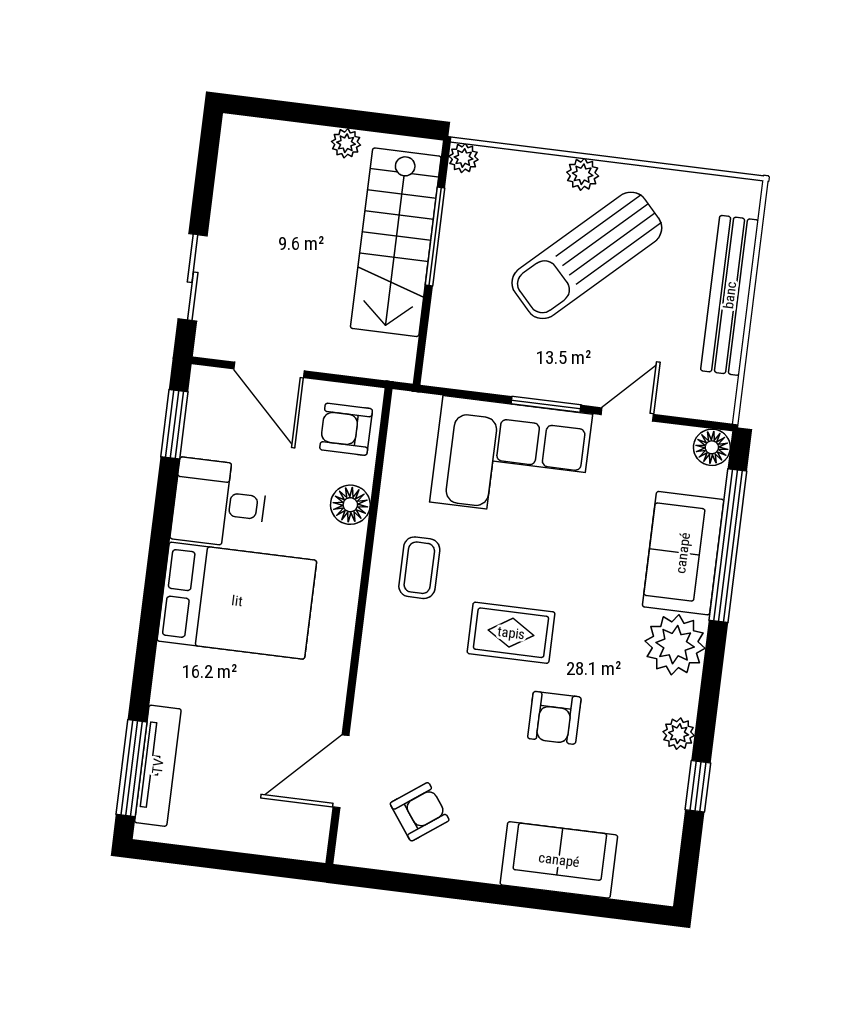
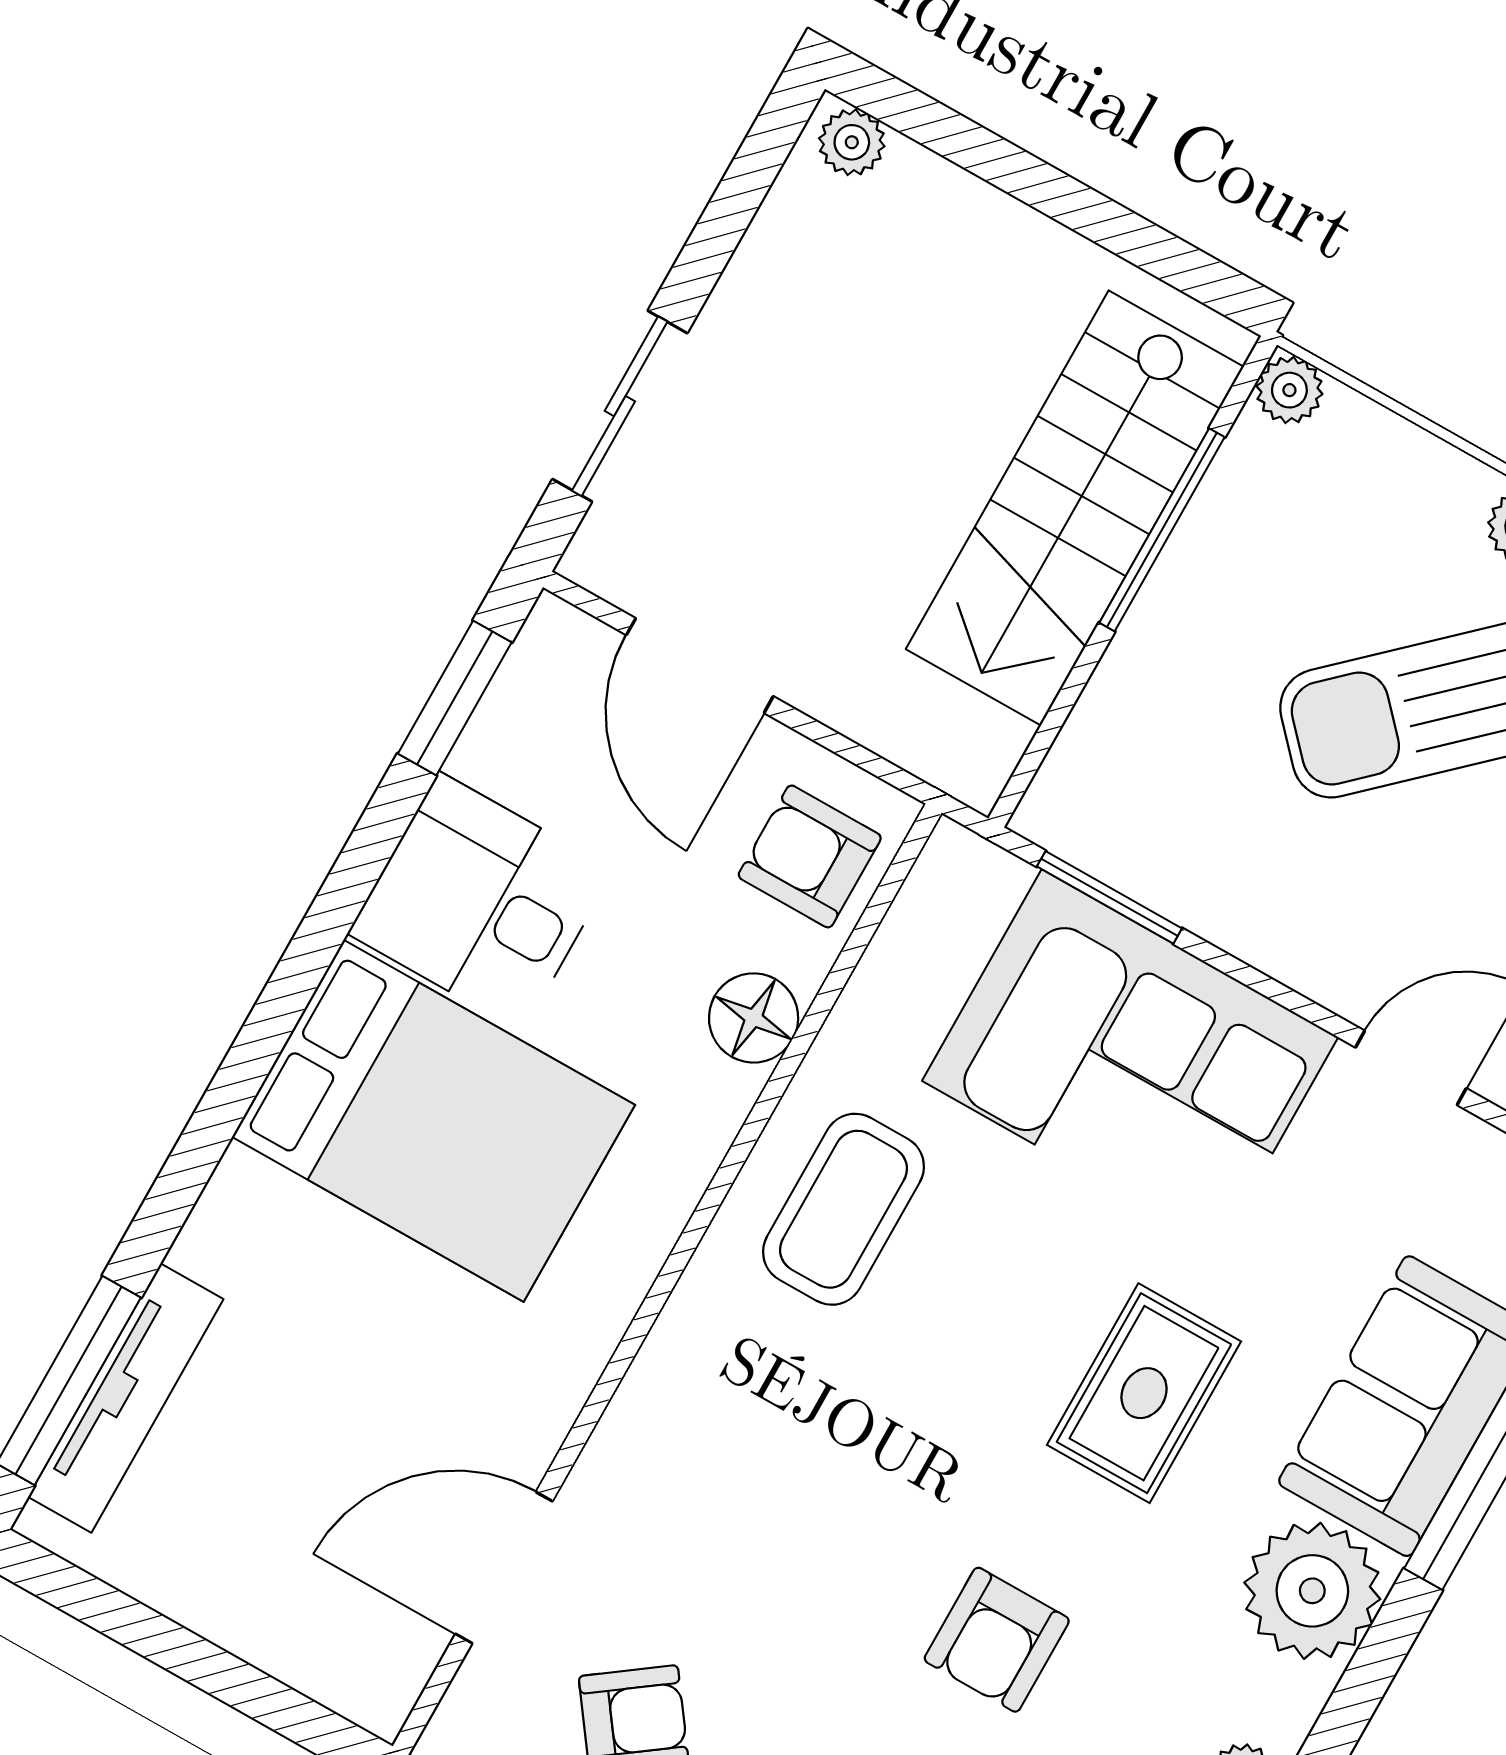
plant: (346, 143) -> (852, 142), moved
window: (546, 404) -> (1109, 897), moved
coffee table: (419, 568) -> (843, 1209), width x1.36, depth x1.30
rug: (511, 633) -> (1144, 1393), moved, turned 90

